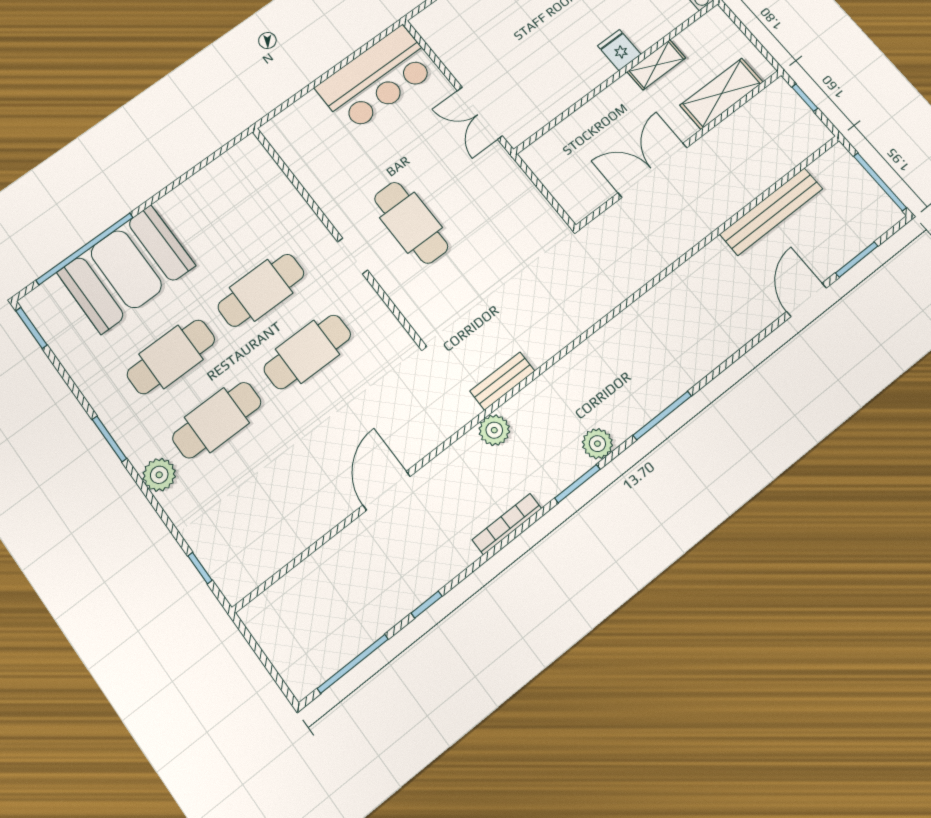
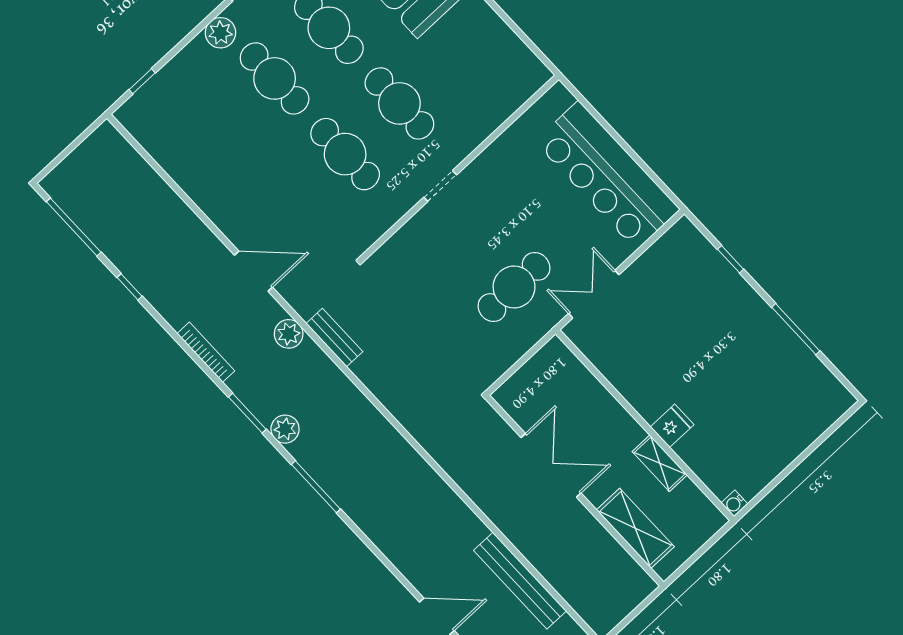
bar counter: (377, 79) -> (607, 175), width x1.36
window: (805, 98) -> (638, 610), removed
cafe table: (411, 223) -> (514, 287), moved
door: (387, 491) -> (253, 271), moved

